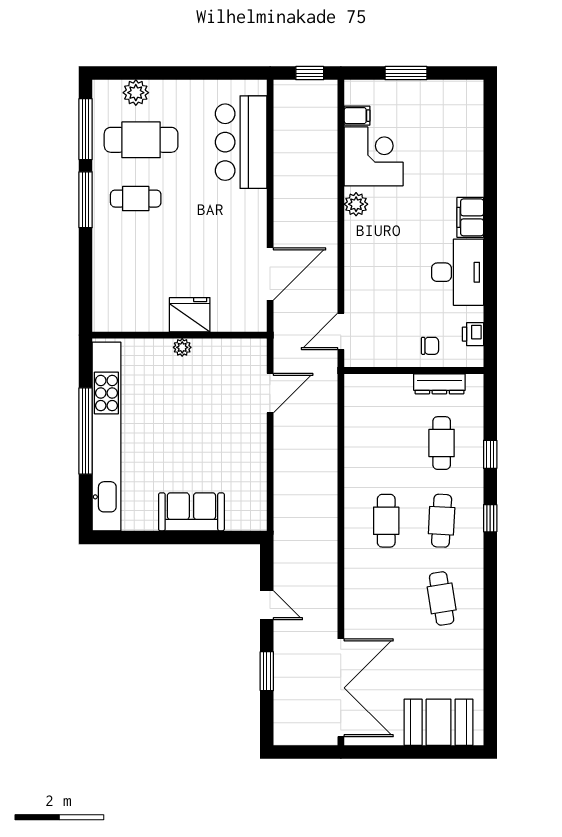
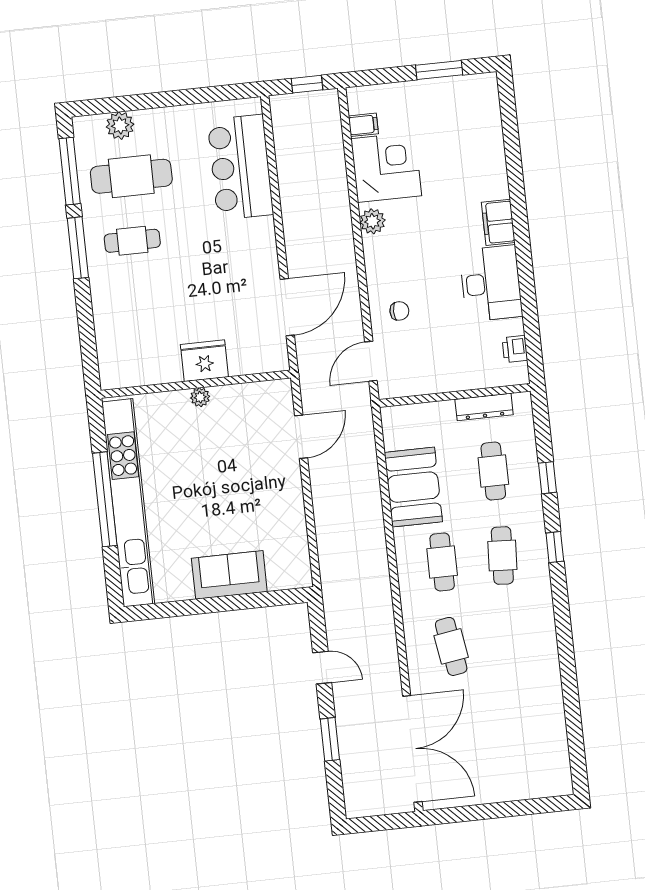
window: (406, 73) -> (439, 70), moved
chair: (430, 346) -> (399, 311), moved
cafe table: (442, 598) -> (451, 646), moved
booth: (439, 722) -> (413, 487), moved, turned 90

